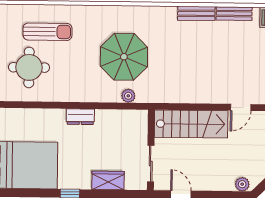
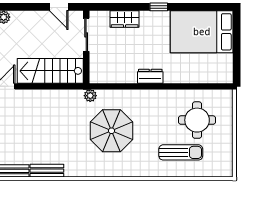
sun lounger: (47, 32) -> (181, 152), turned 180
plant: (128, 96) -> (90, 96), moved

